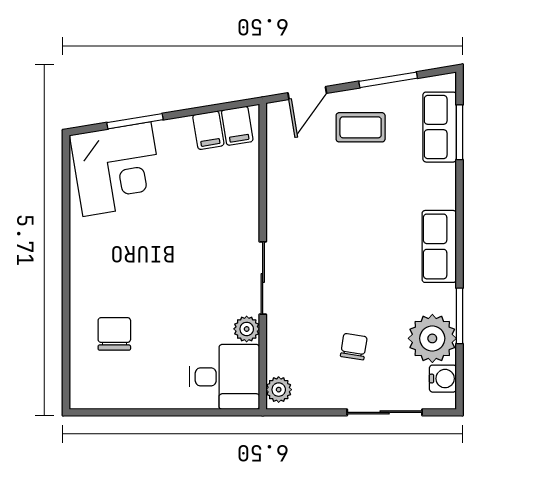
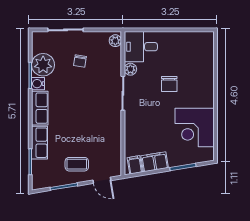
door: (307, 93) -> (102, 180), swing flipped
row of seats: (440, 127) -> (40, 143), moved
filing cabinet: (208, 130) -> (155, 162), width x2.00
corner desk: (117, 169) -> (195, 127), moved, turned -81
chair: (114, 334) -> (169, 84), moved
water cooler: (443, 379) -> (38, 84), moved

